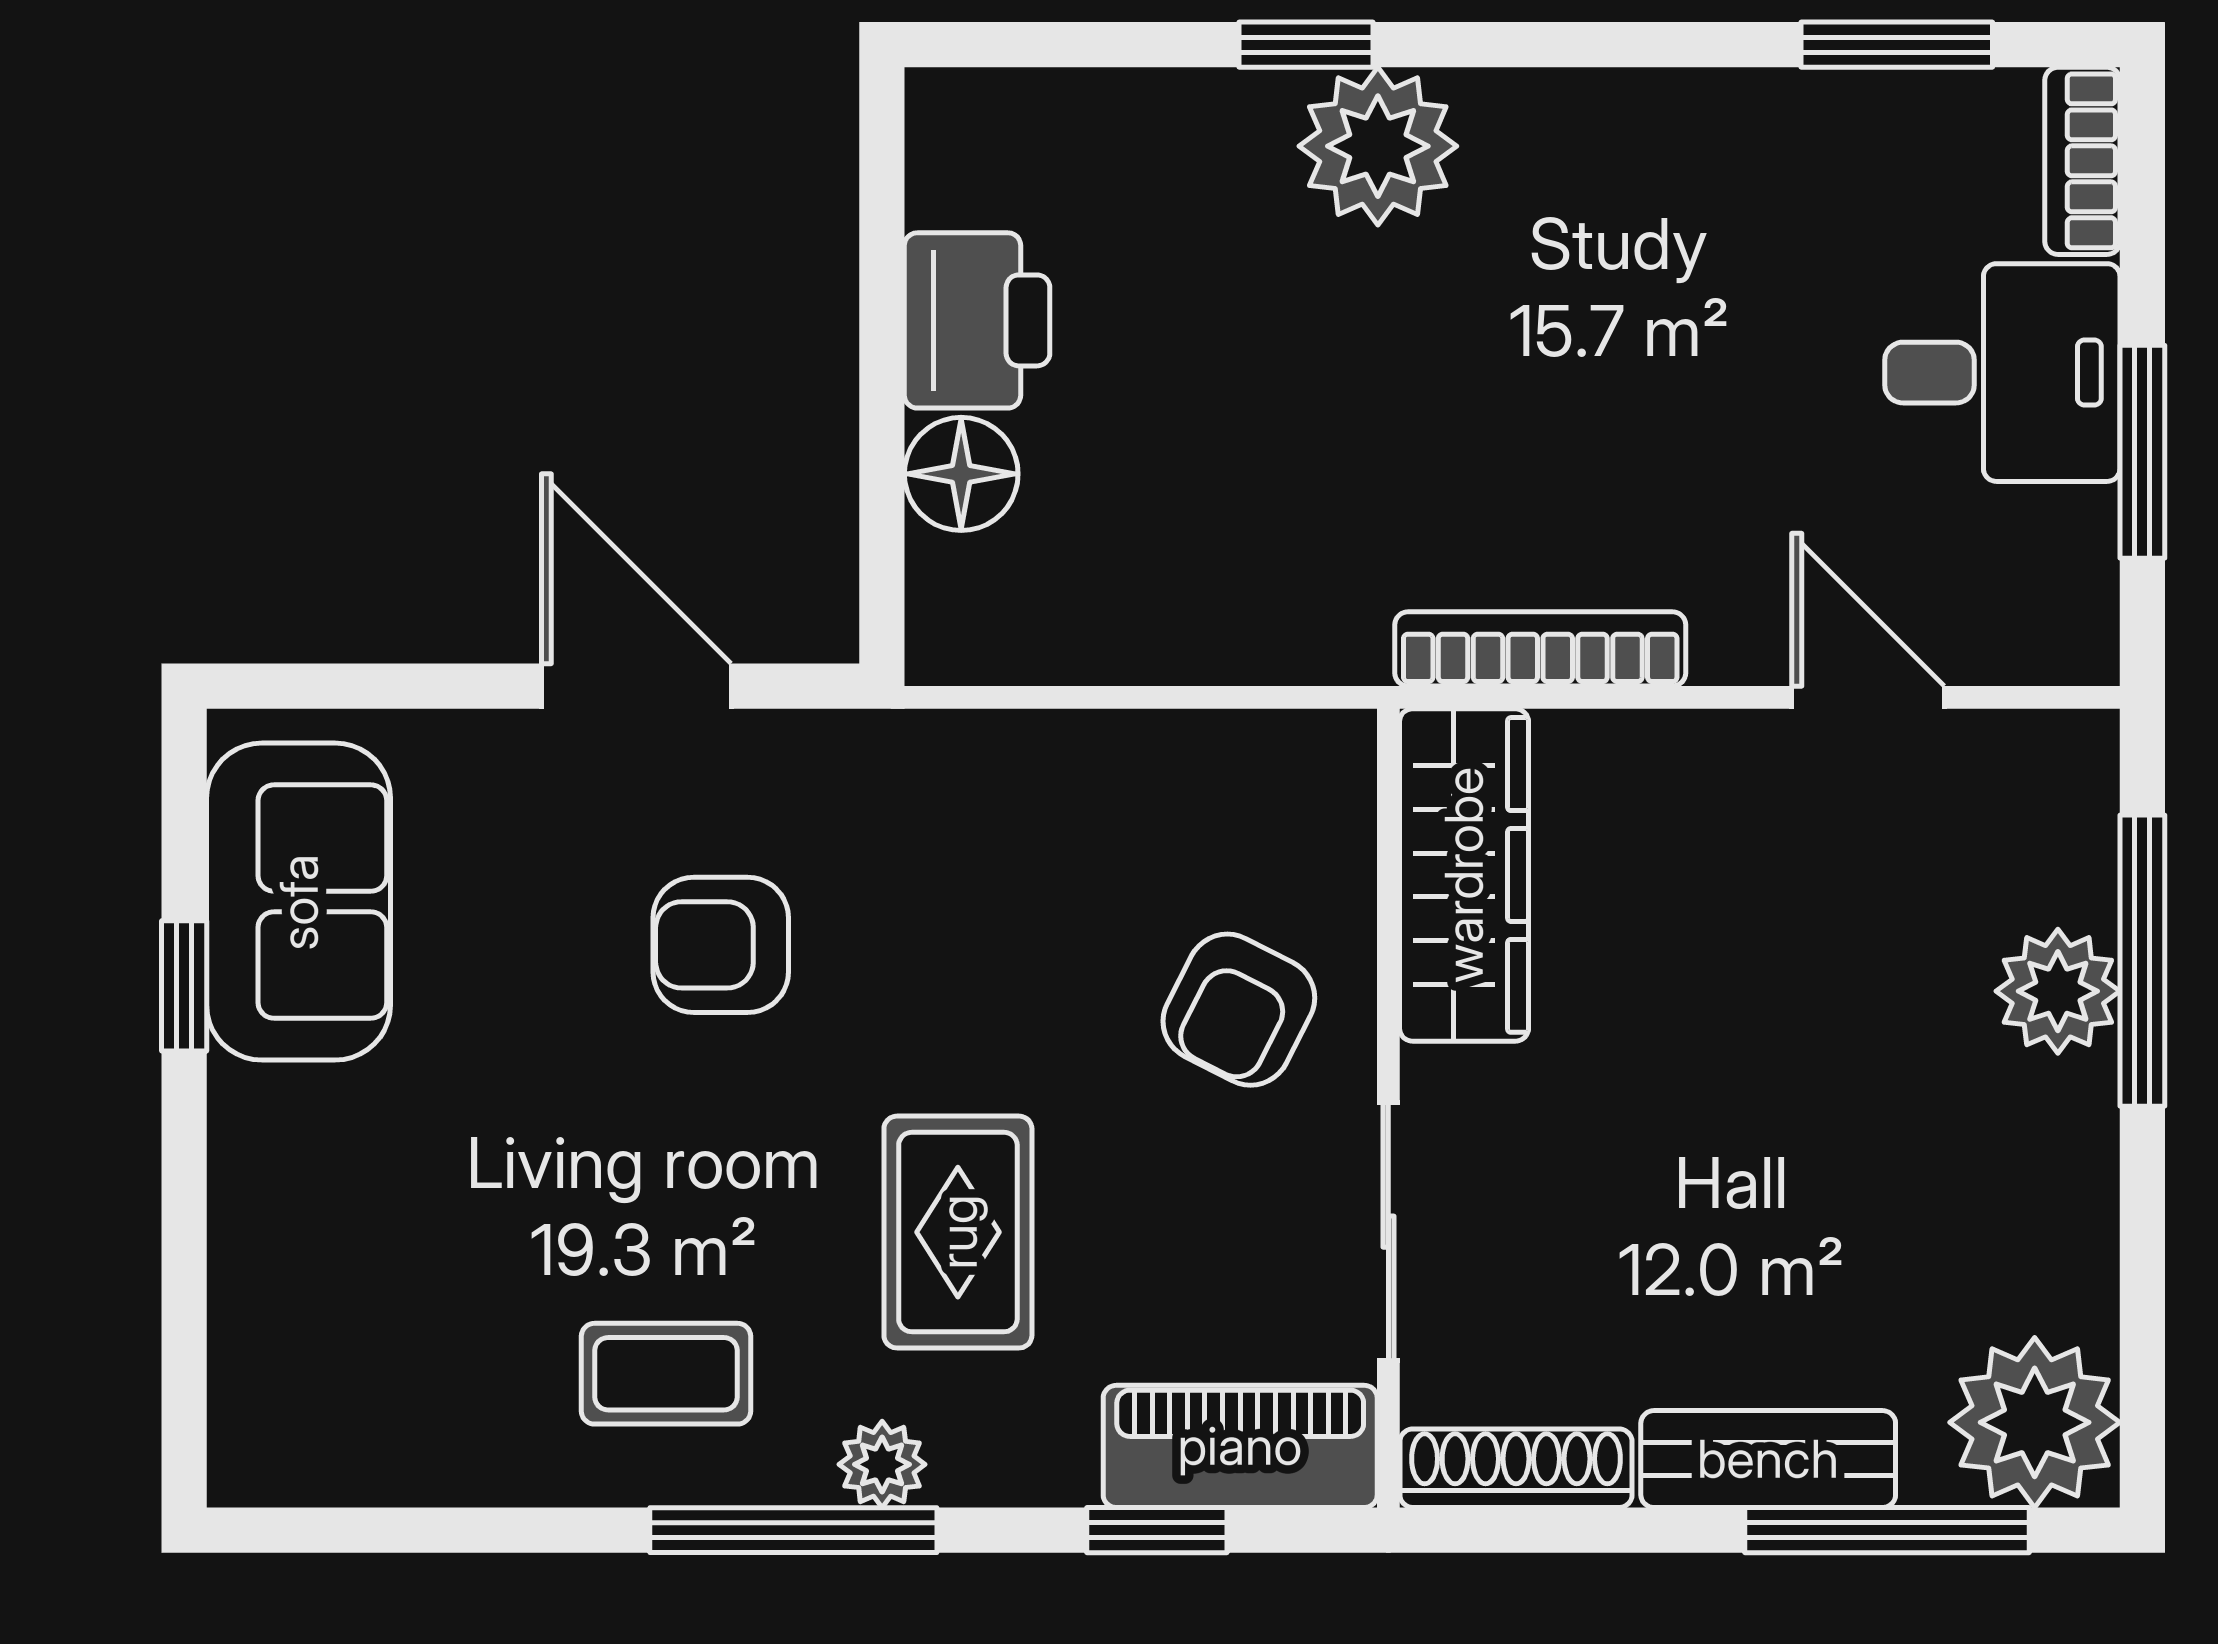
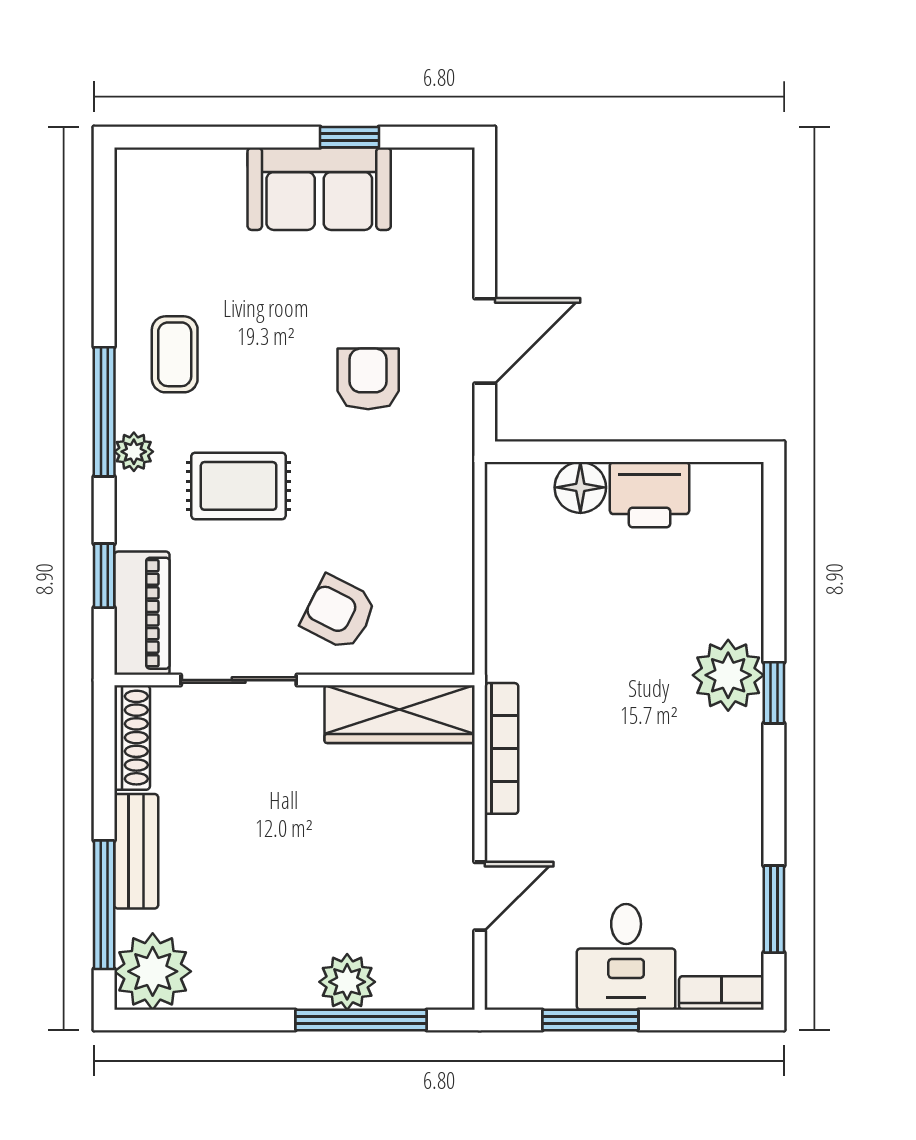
window: (1306, 45) -> (774, 693), moved
sofa: (299, 902) -> (319, 189), moved

